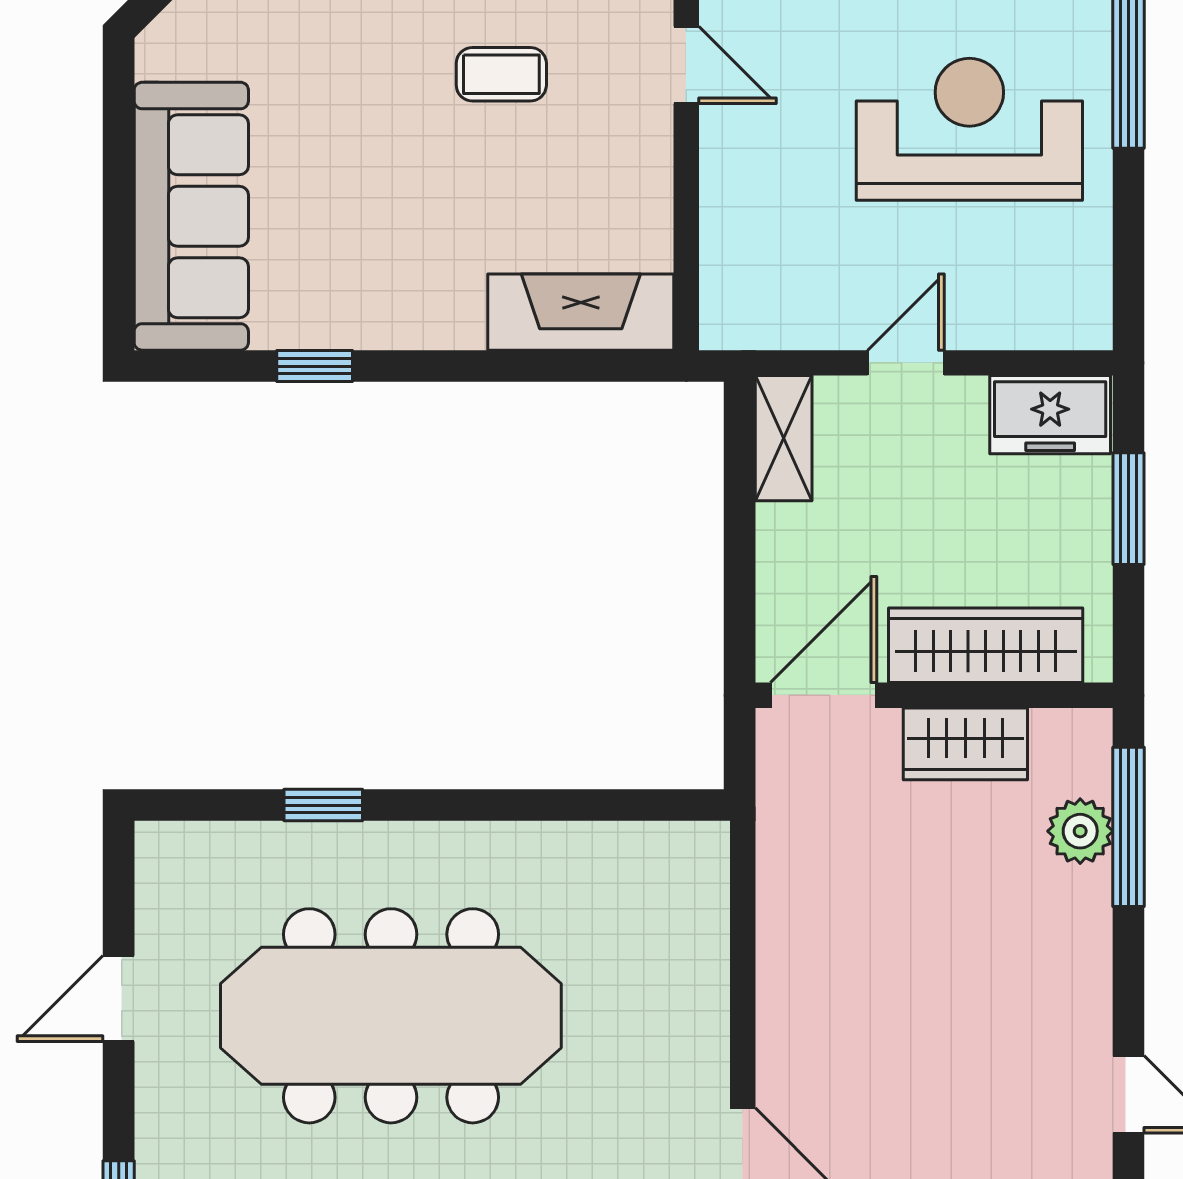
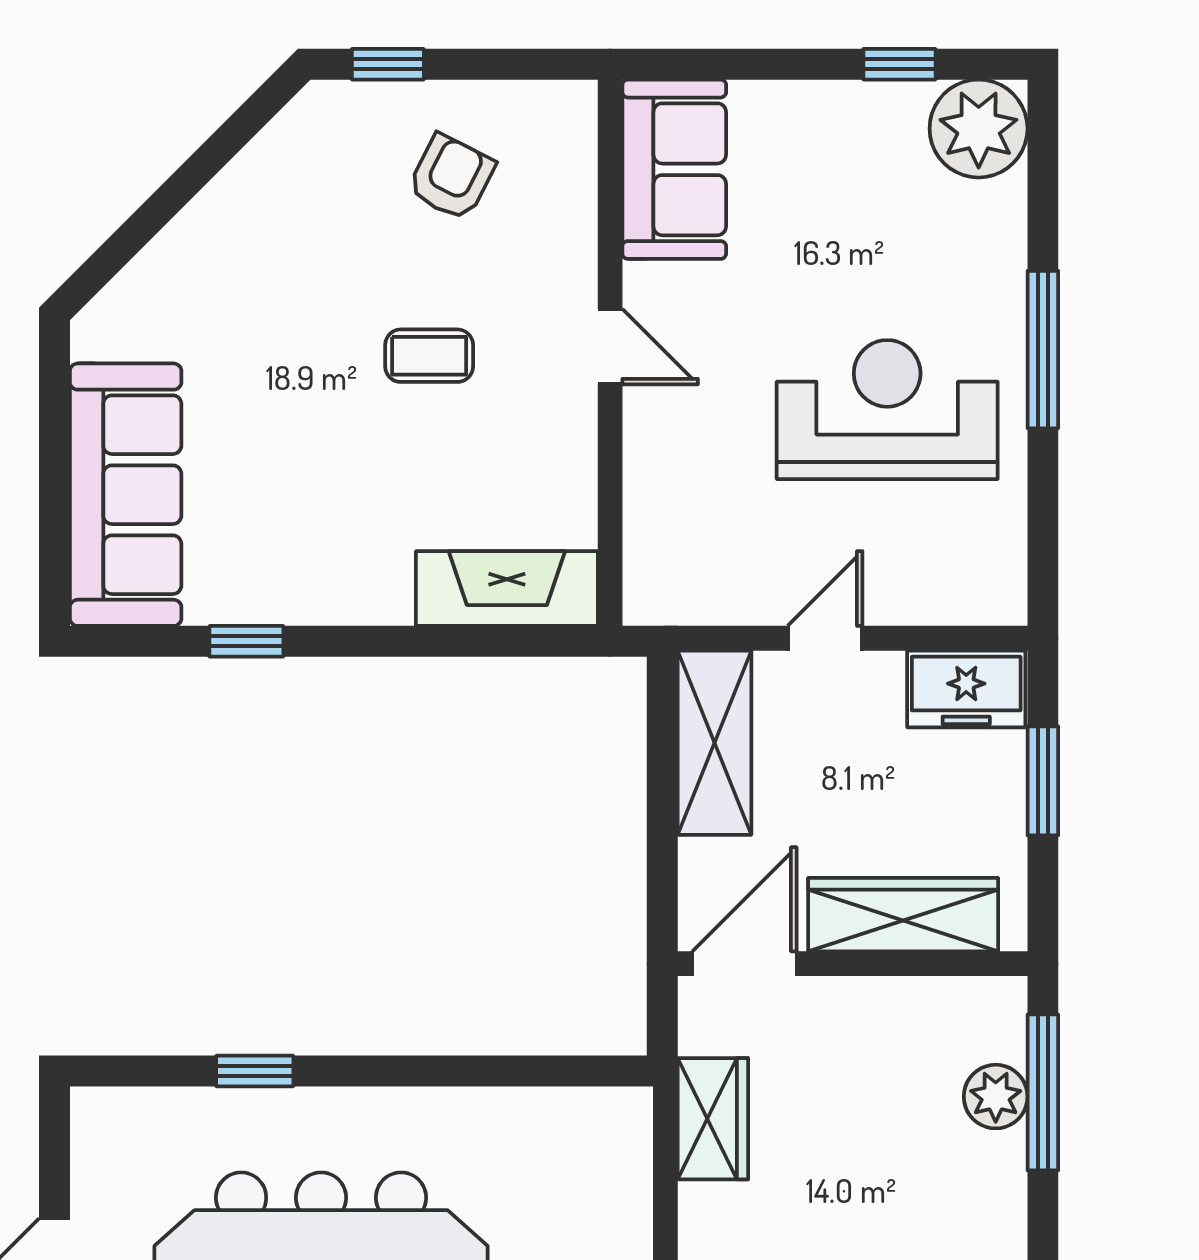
shelving: (784, 438) -> (714, 743), width x1.50, depth x1.33
wardrobe: (965, 744) -> (713, 1119), moved, turned -90

